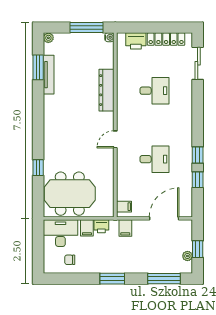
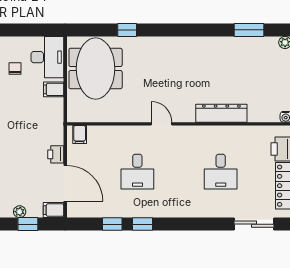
tv unit: (49, 75) -> (240, 43), removed
printer: (101, 226) -> (56, 154), moved
filing cabinet: (125, 228) -> (54, 210), moved

